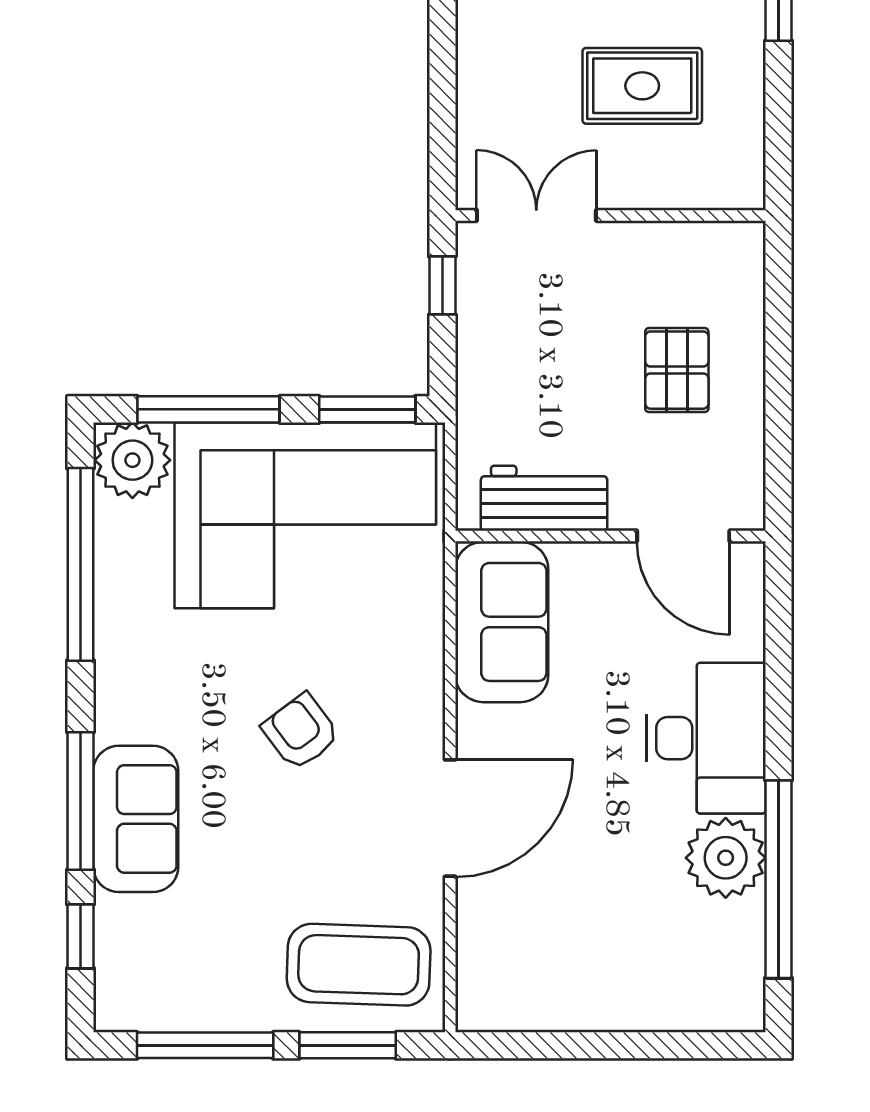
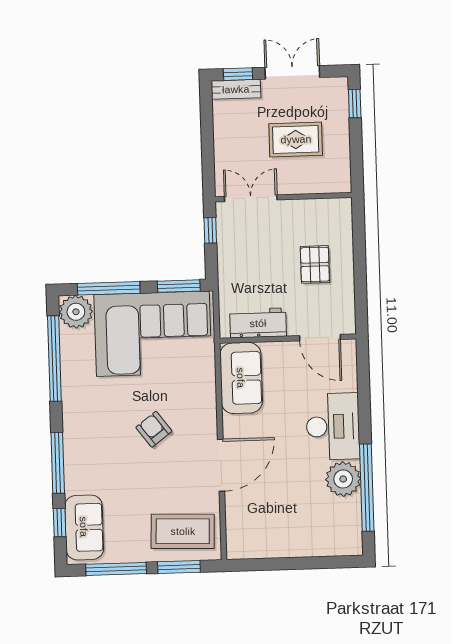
sofa: (136, 819) -> (84, 527), moved

